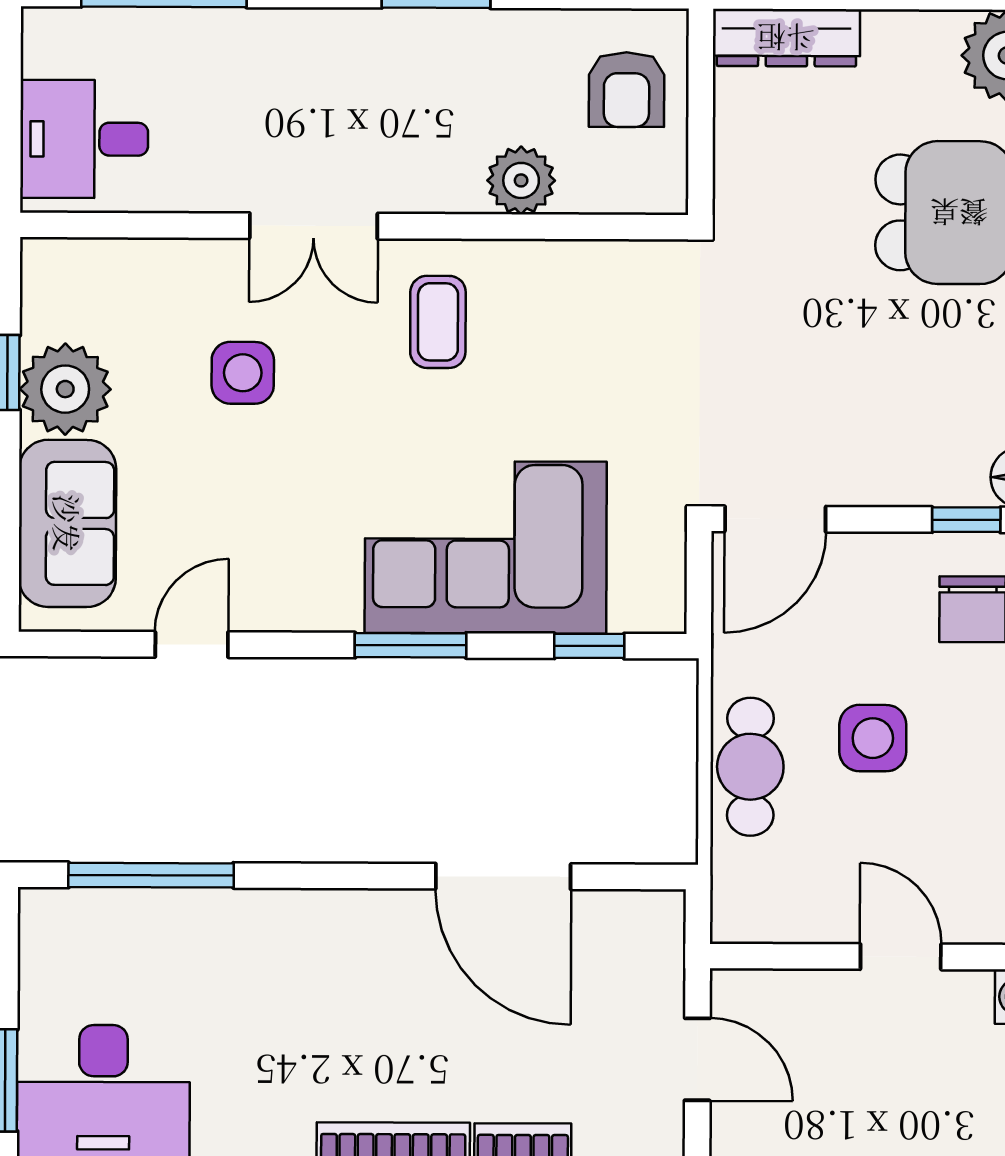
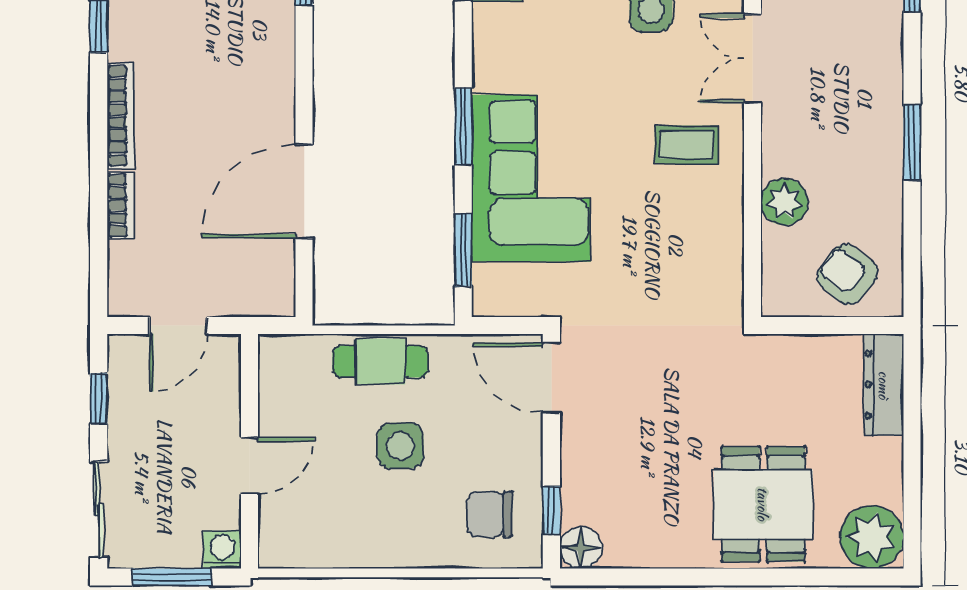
armchair: (627, 90) -> (847, 274), turned 38
window: (589, 646) -> (463, 250), width x1.50

